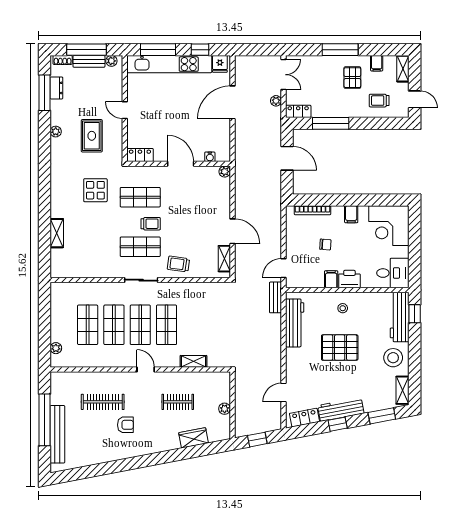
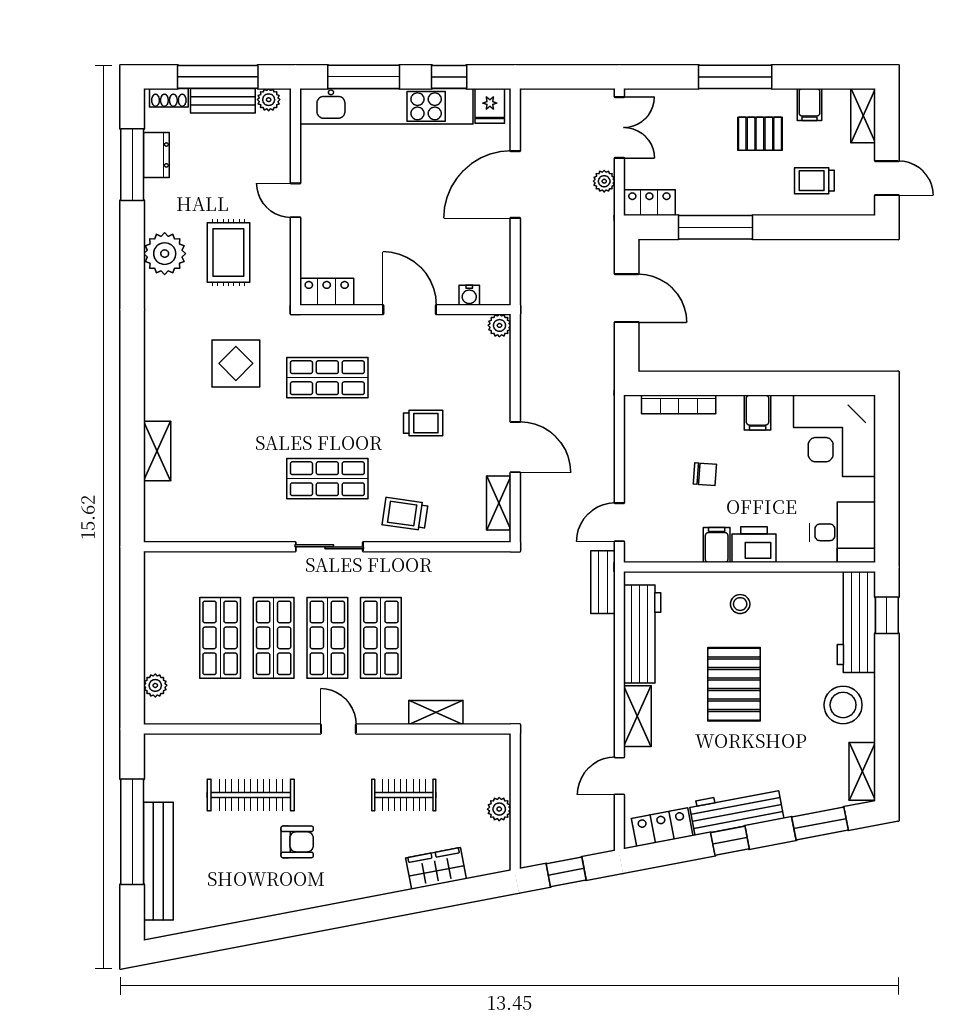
pallet: (352, 78) -> (760, 134), turned 90
plant: (56, 132) -> (165, 254), width x1.87, depth x1.87
trolley: (151, 224) -> (423, 423), moved
pallet: (340, 348) -> (734, 684), turned 90
shelving: (292, 363) -> (637, 716), added

